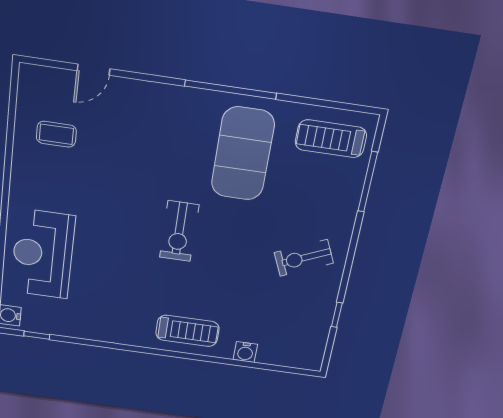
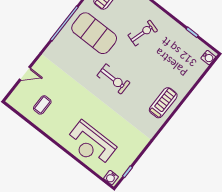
door: (93, 70) -> (25, 74), hinge flipped
exercise bike: (304, 258) -> (143, 33), moved, turned -139
water cooler: (245, 352) -> (208, 58), moved

